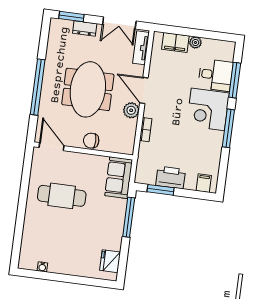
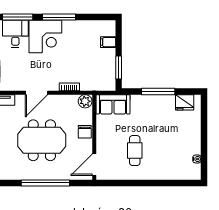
plant: (131, 110) -> (85, 101), moved
printer: (171, 178) -> (107, 60), removed
filing cabinet: (204, 183) -> (108, 42), moved
cafe table: (62, 196) -> (135, 151), width x0.73, depth x0.74
window: (129, 217) -> (158, 91), moved

